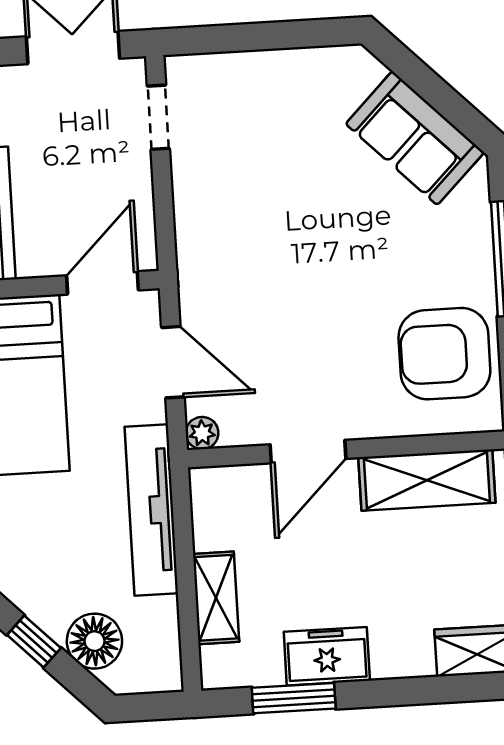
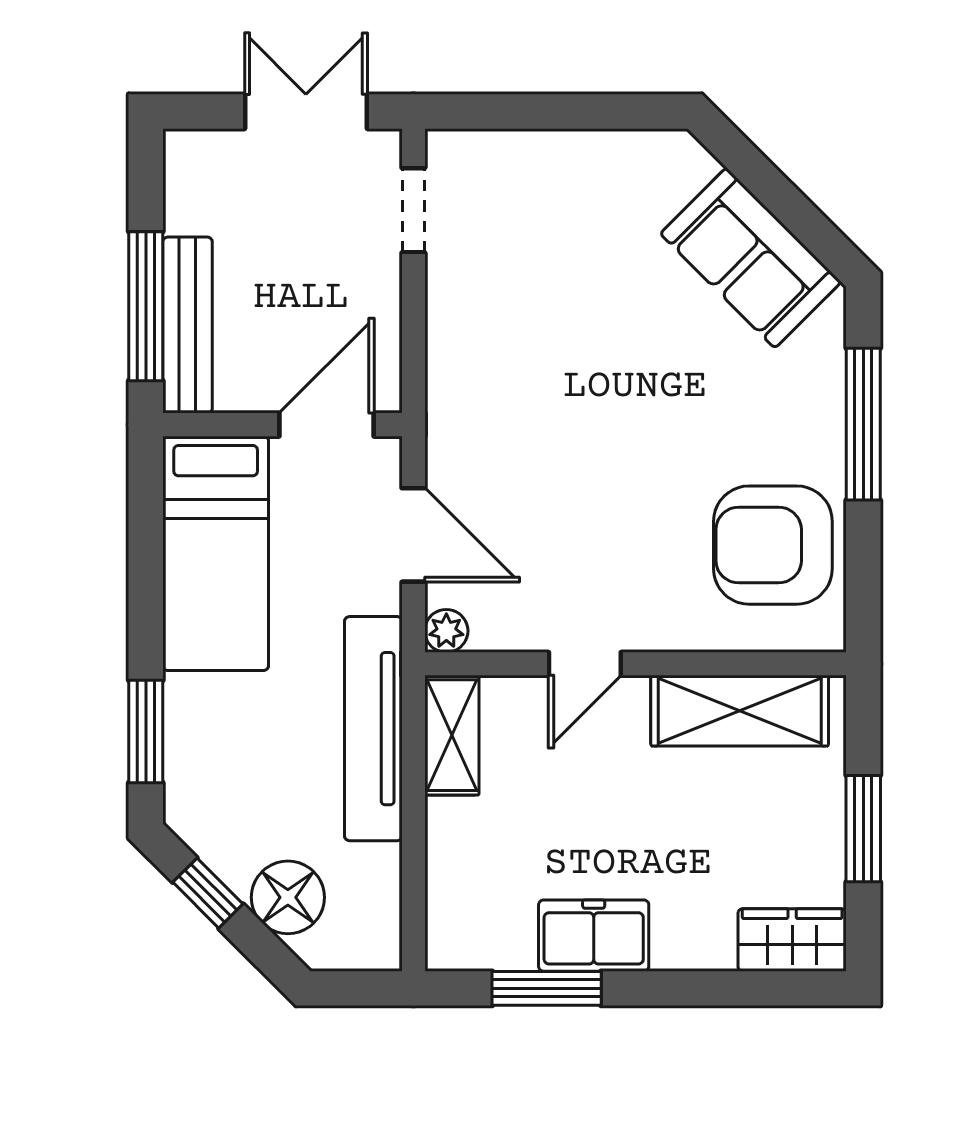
door: (308, 452) -> (585, 664), width x0.73
shelving: (216, 598) -> (452, 735), moved

